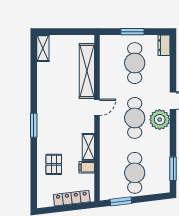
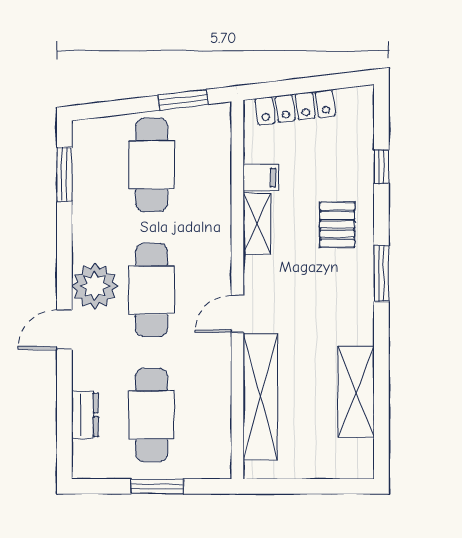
dresser: (164, 45) -> (85, 415), moved
shelving: (43, 48) -> (356, 392), moved, width x1.50, depth x1.33
pallet: (54, 164) -> (337, 225), moved
window: (34, 172) -> (381, 167), added

